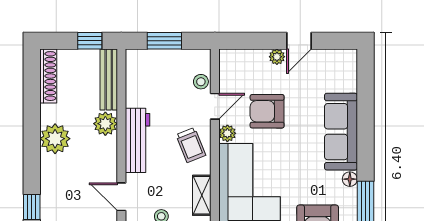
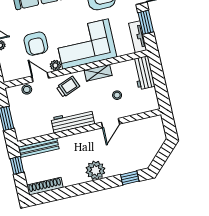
plant: (105, 124) -> (67, 144), removed
plant: (55, 139) -> (95, 170), moved

